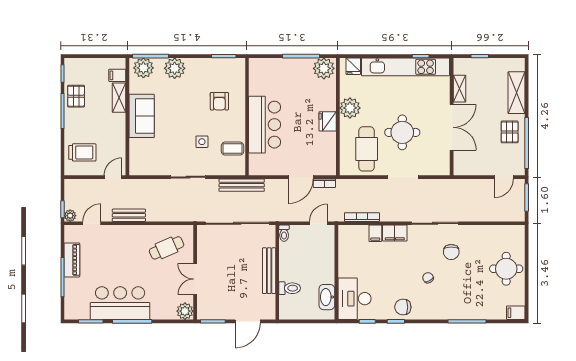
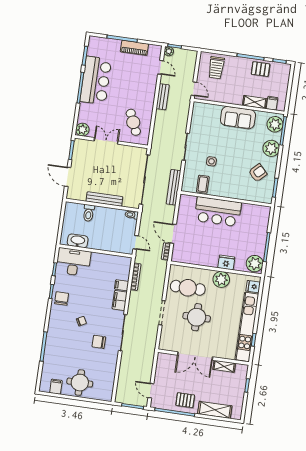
armchair: (219, 101) -> (258, 173), moved, turned 136
fridge: (328, 121) -> (226, 263), moved
filing cabinet: (516, 313) -> (56, 387), moved

